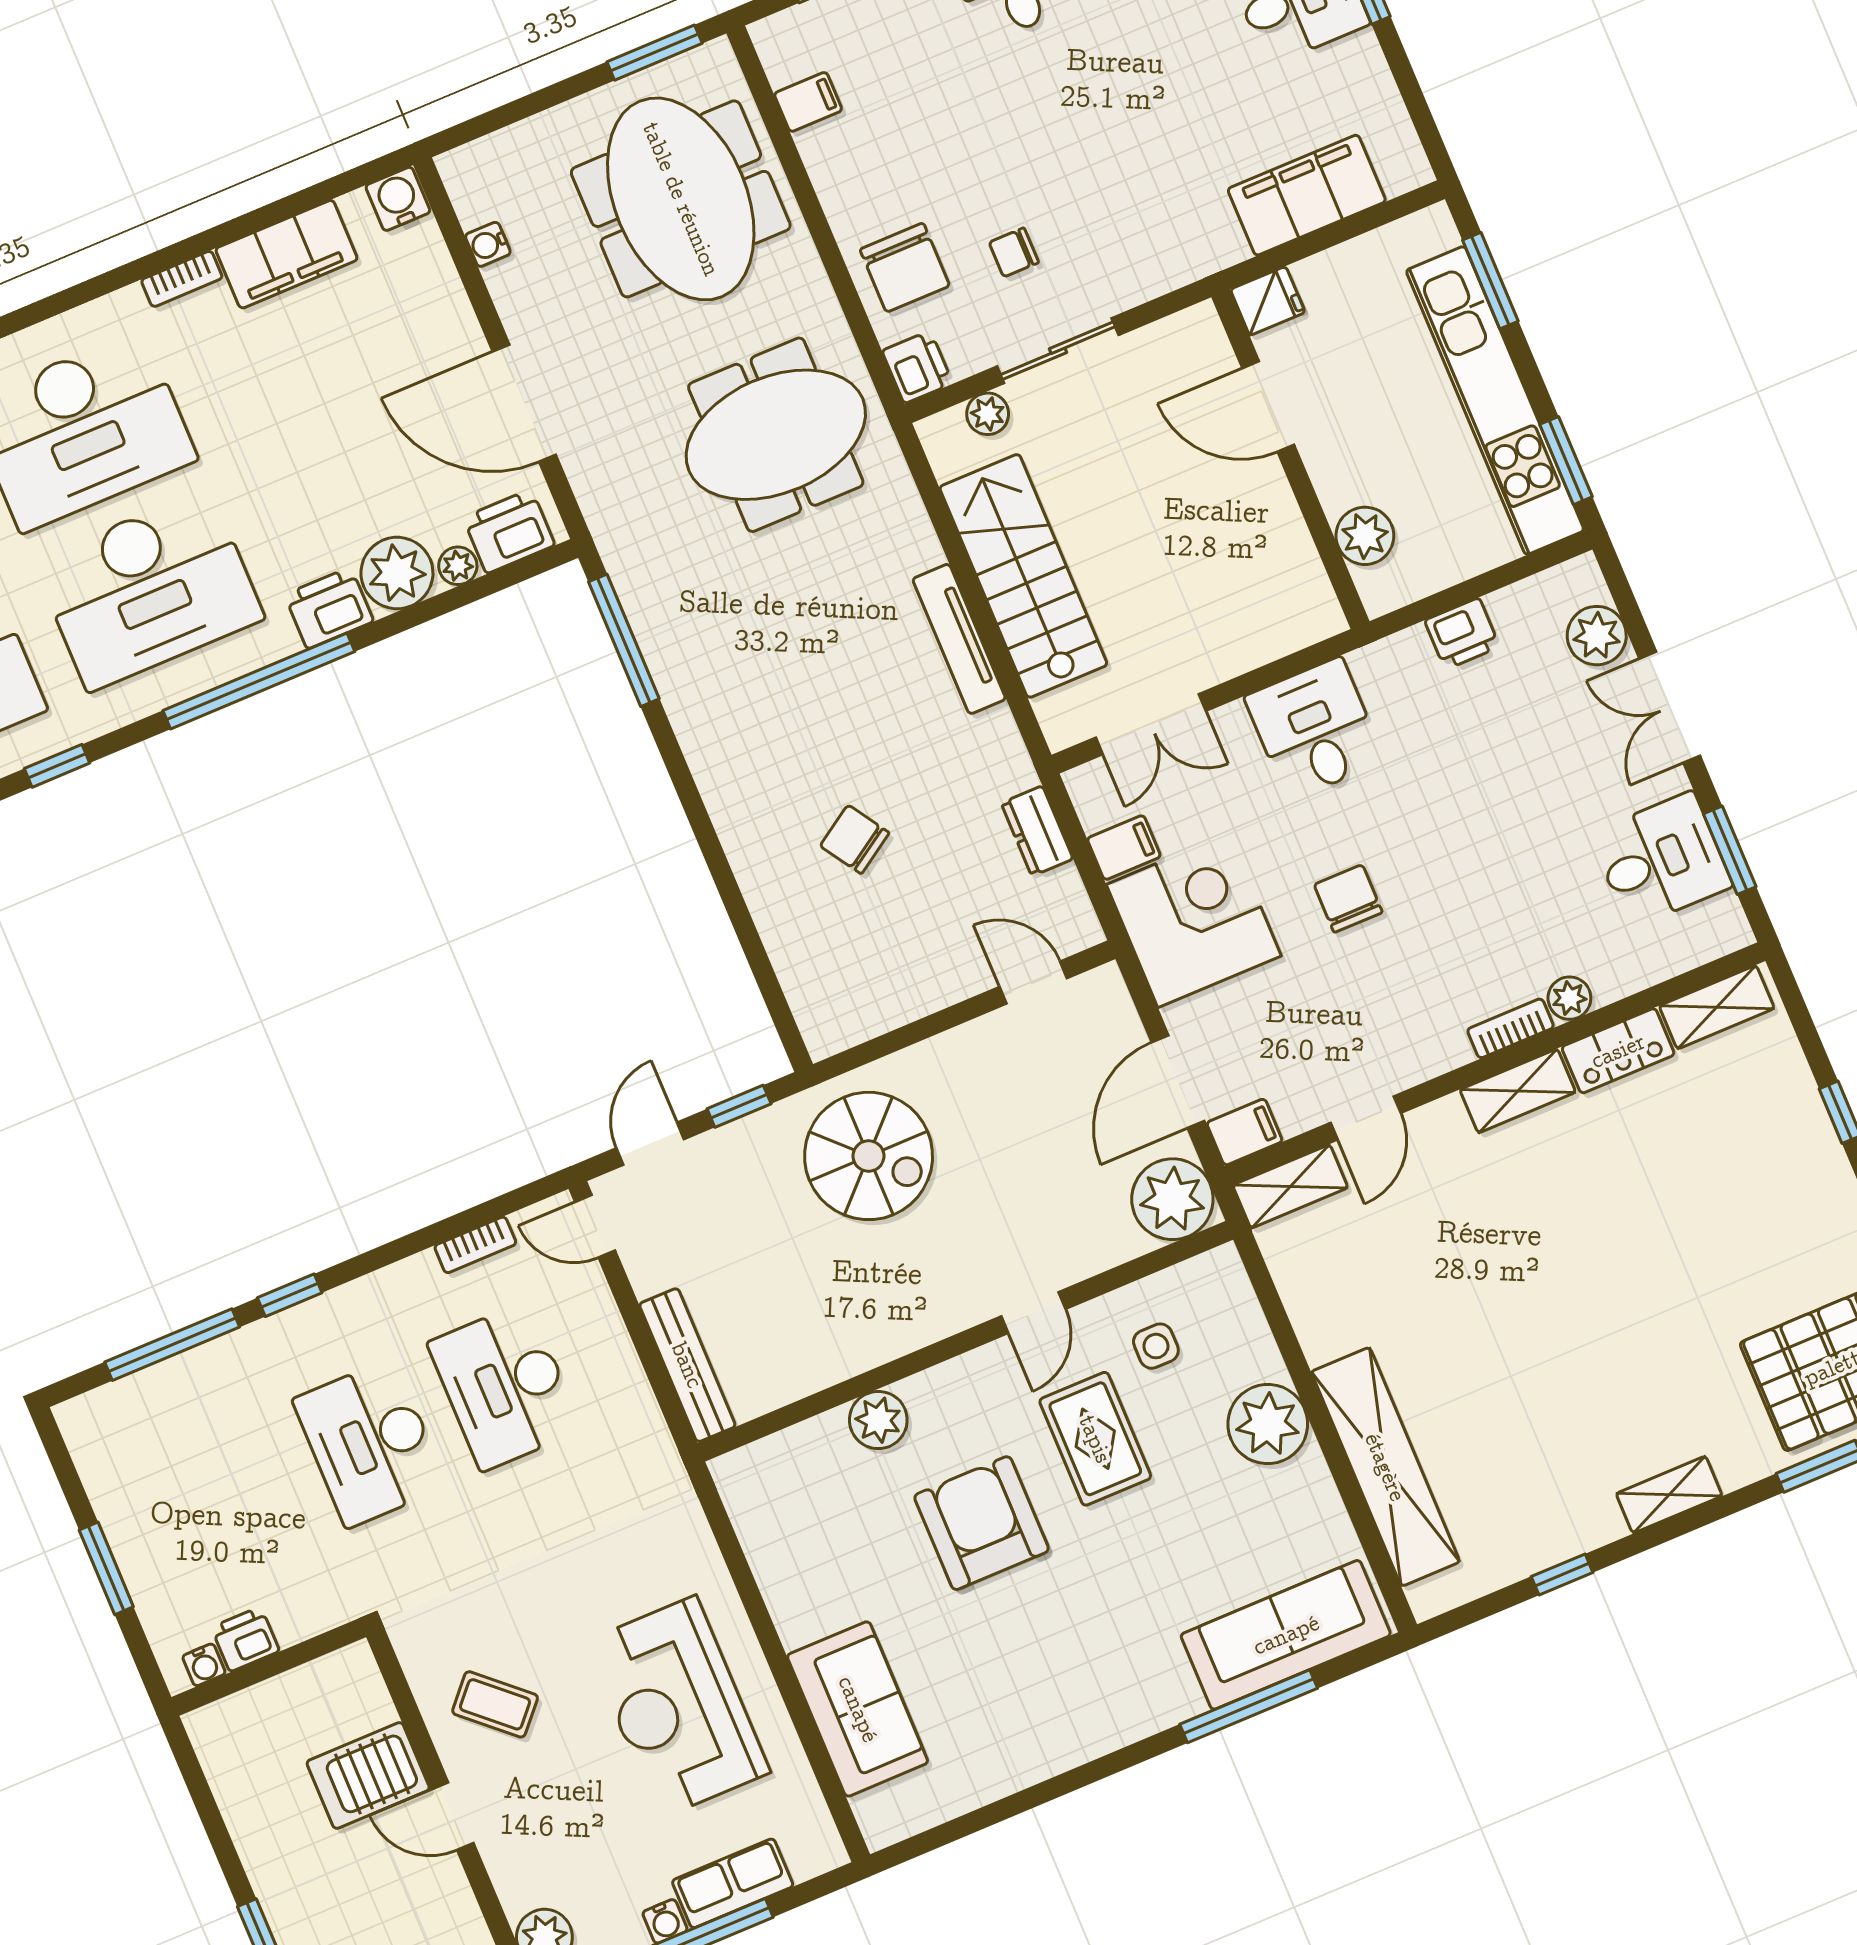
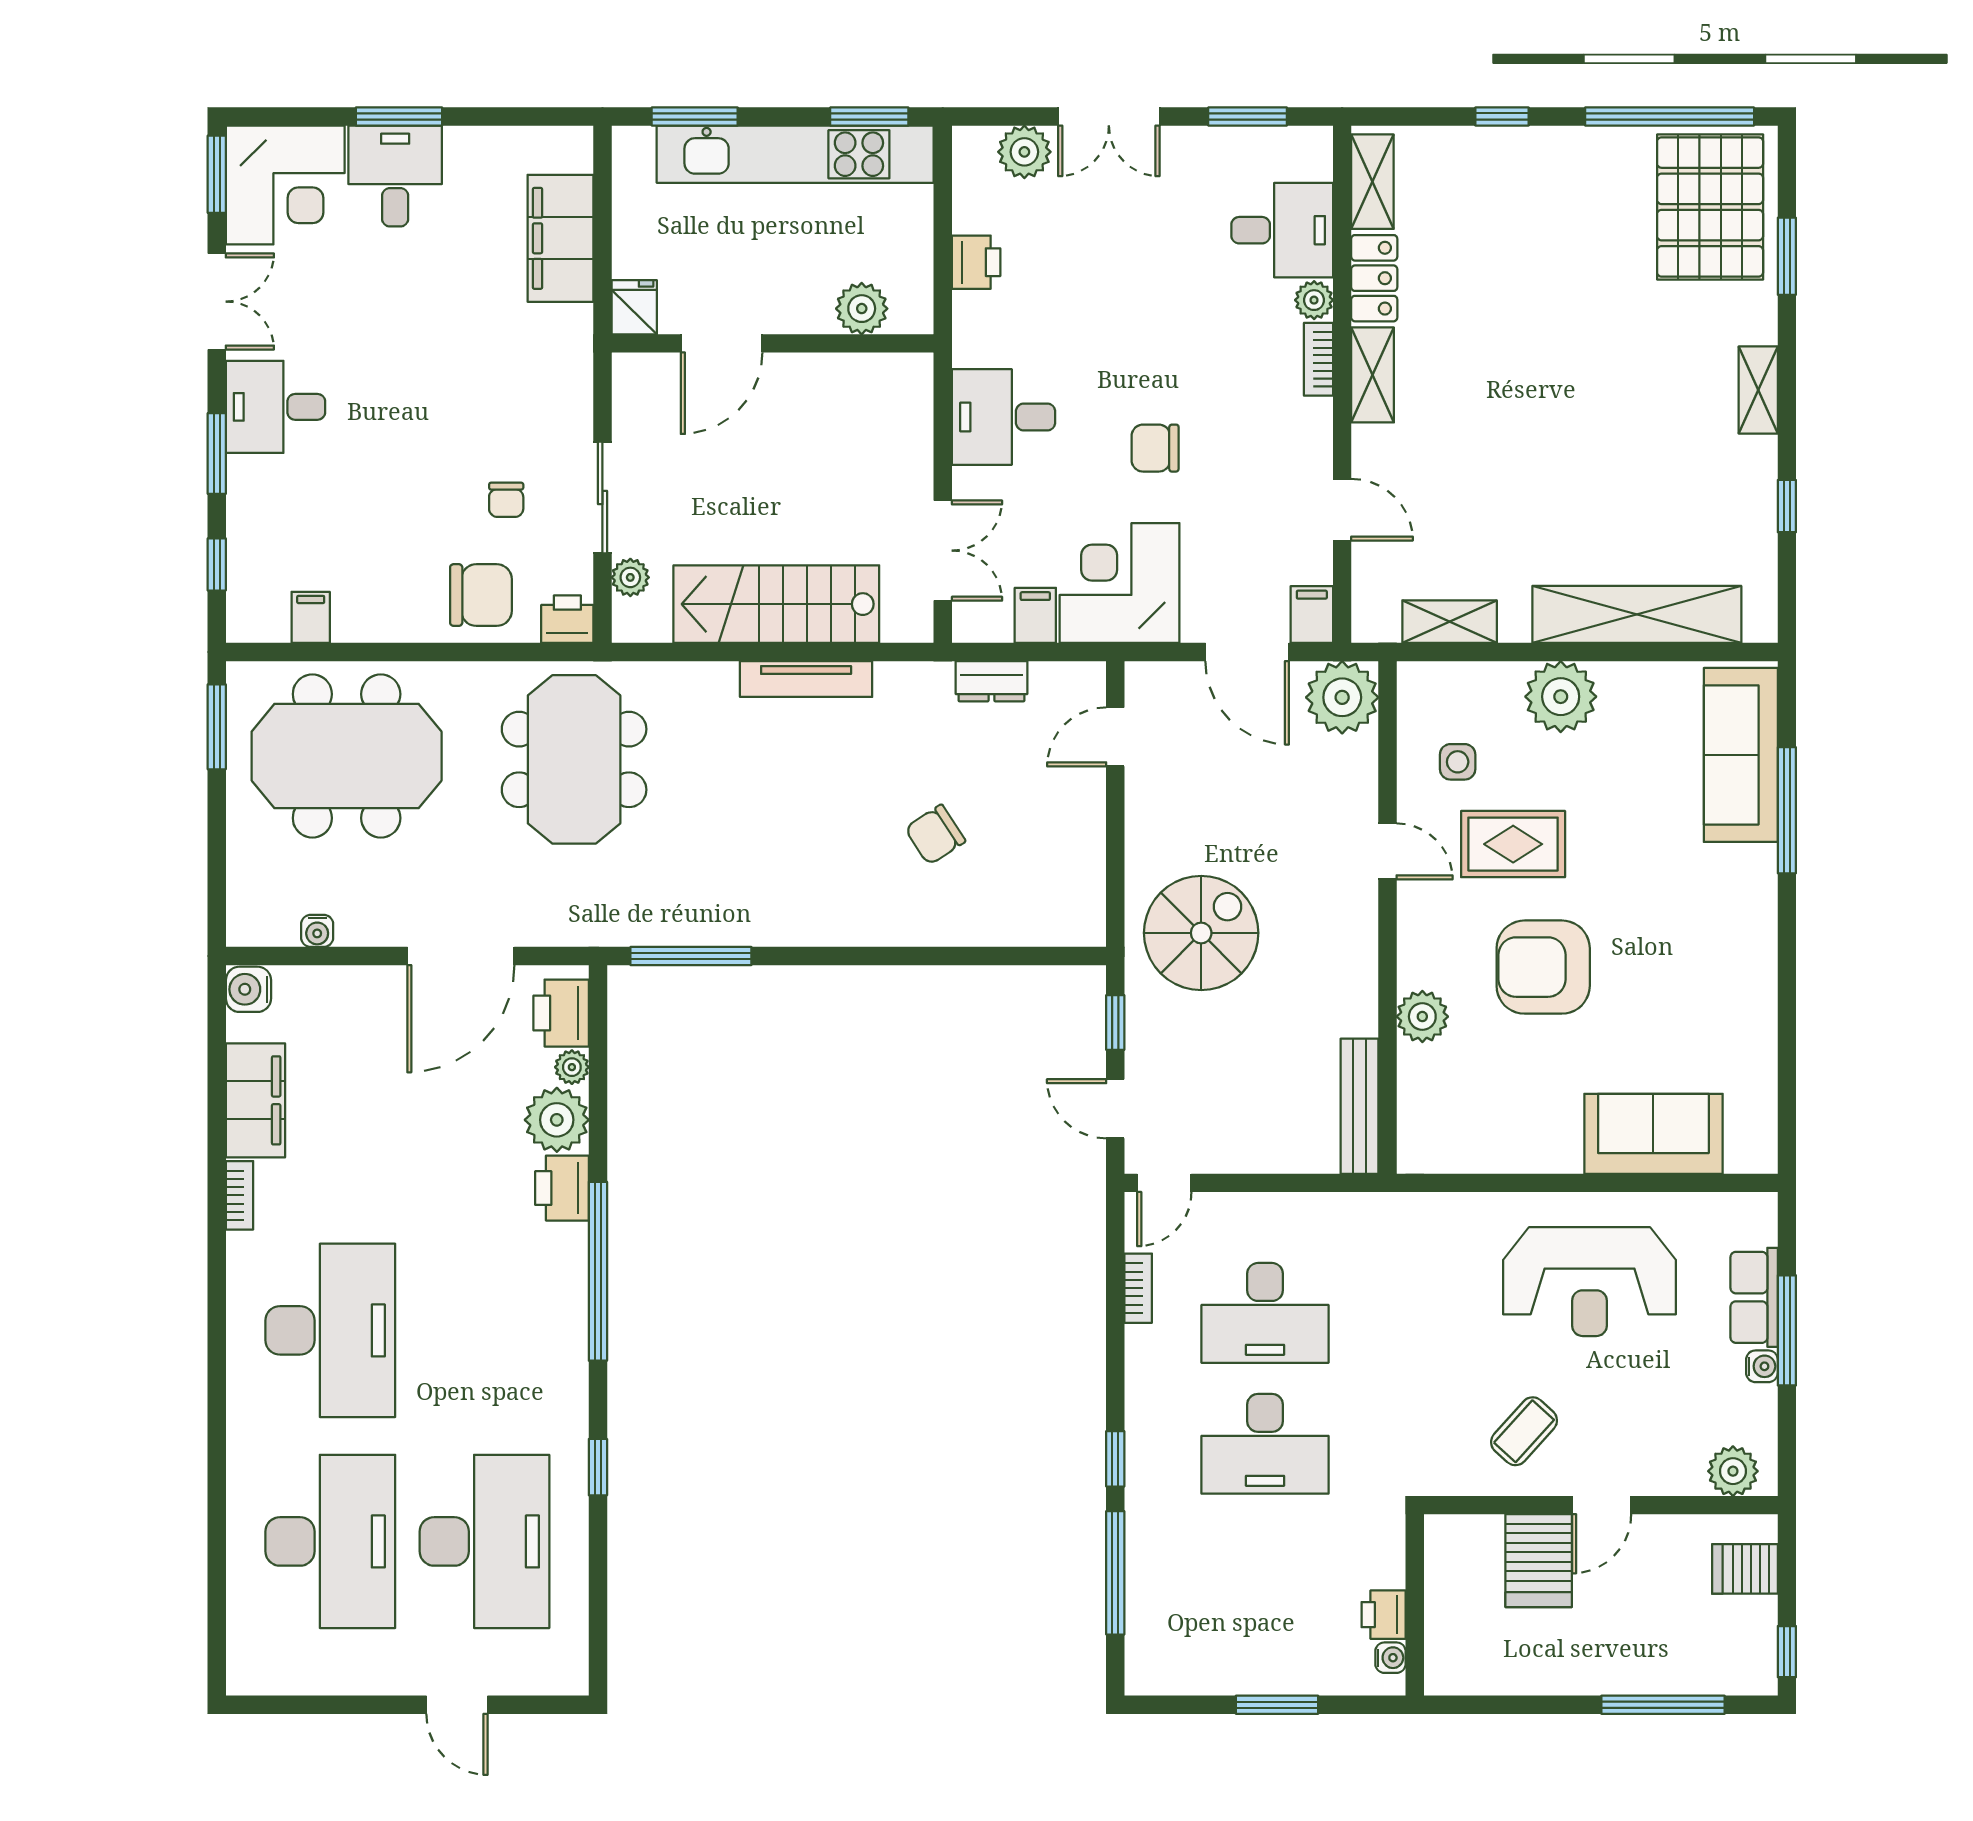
desk: (149, 590) -> (484, 1330), removed
desk: (1661, 860) -> (1282, 230), moved, turned 90
shelving: (1290, 1186) -> (1450, 622), moved, turned 90
bench: (687, 1365) -> (1360, 1106), moved, turned 90

